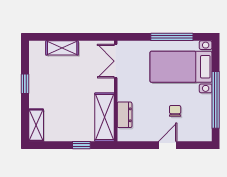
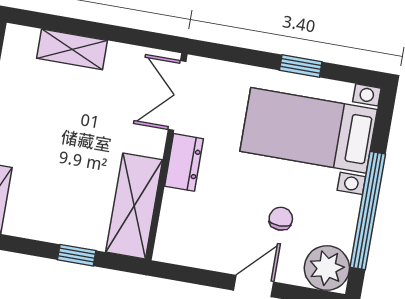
window: (172, 37) -> (301, 66), width x0.46
dresser: (125, 115) -> (184, 162), moved
plant: (201, 131) -> (327, 268), added

